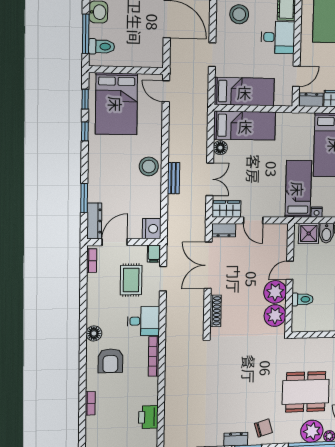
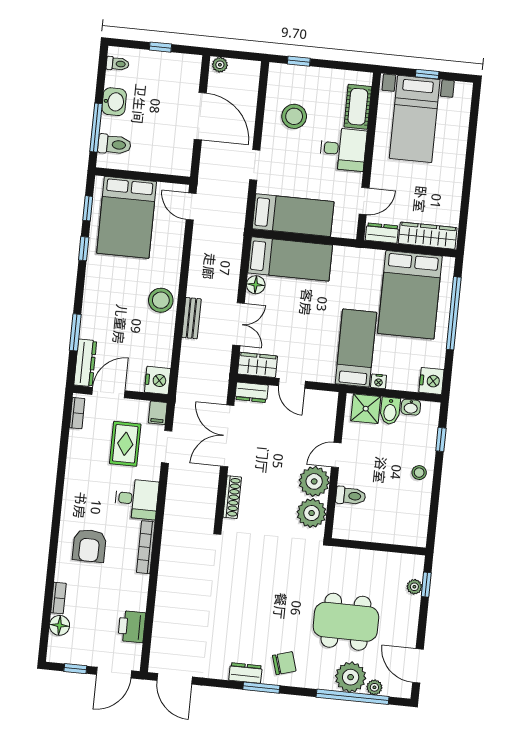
floor lamp: (94, 333) -> (59, 625), moved

